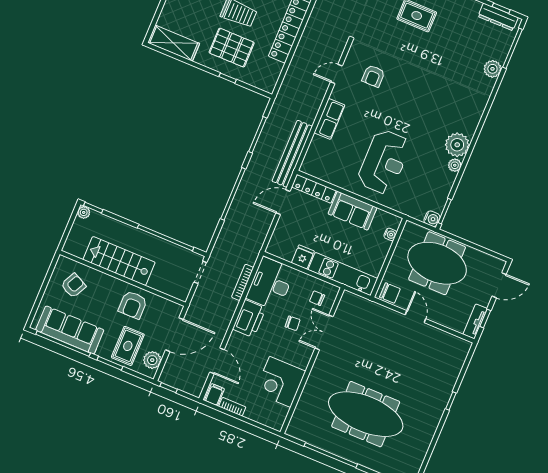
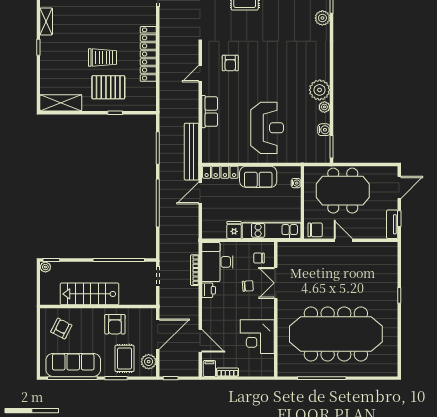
water cooler: (432, 219) -> (324, 130), moved
printer: (249, 319) -> (209, 290), width x0.53, depth x0.68
meeting table: (366, 414) -> (336, 334), width x1.36, depth x1.27

